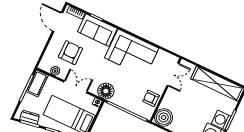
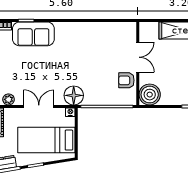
armchair: (71, 53) -> (16, 72), removed
corner sofa: (132, 53) -> (82, 41), removed
double door: (173, 74) -> (138, 57), moved

